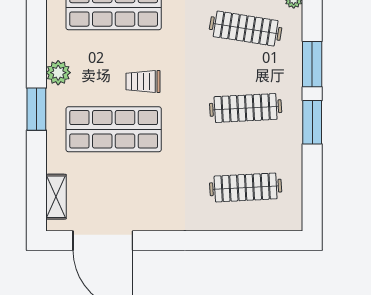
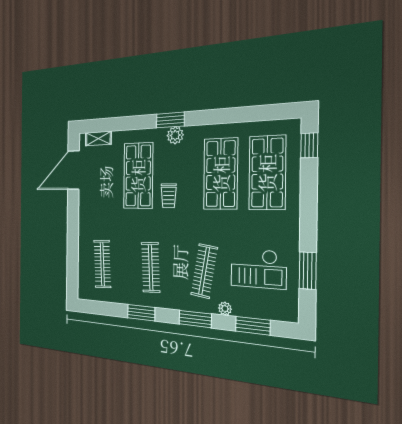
window: (312, 64) -> (195, 319), moved
trolley: (143, 81) -> (169, 196), turned 180
window: (36, 109) -> (170, 120), moved

